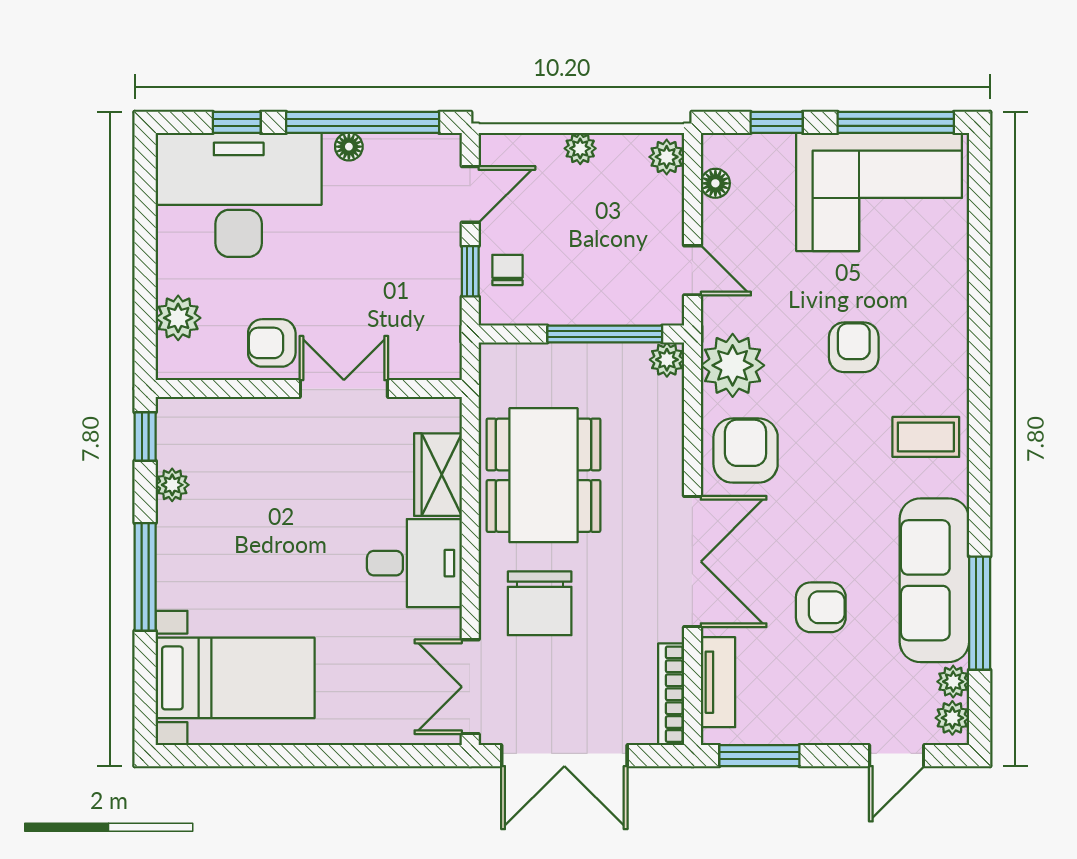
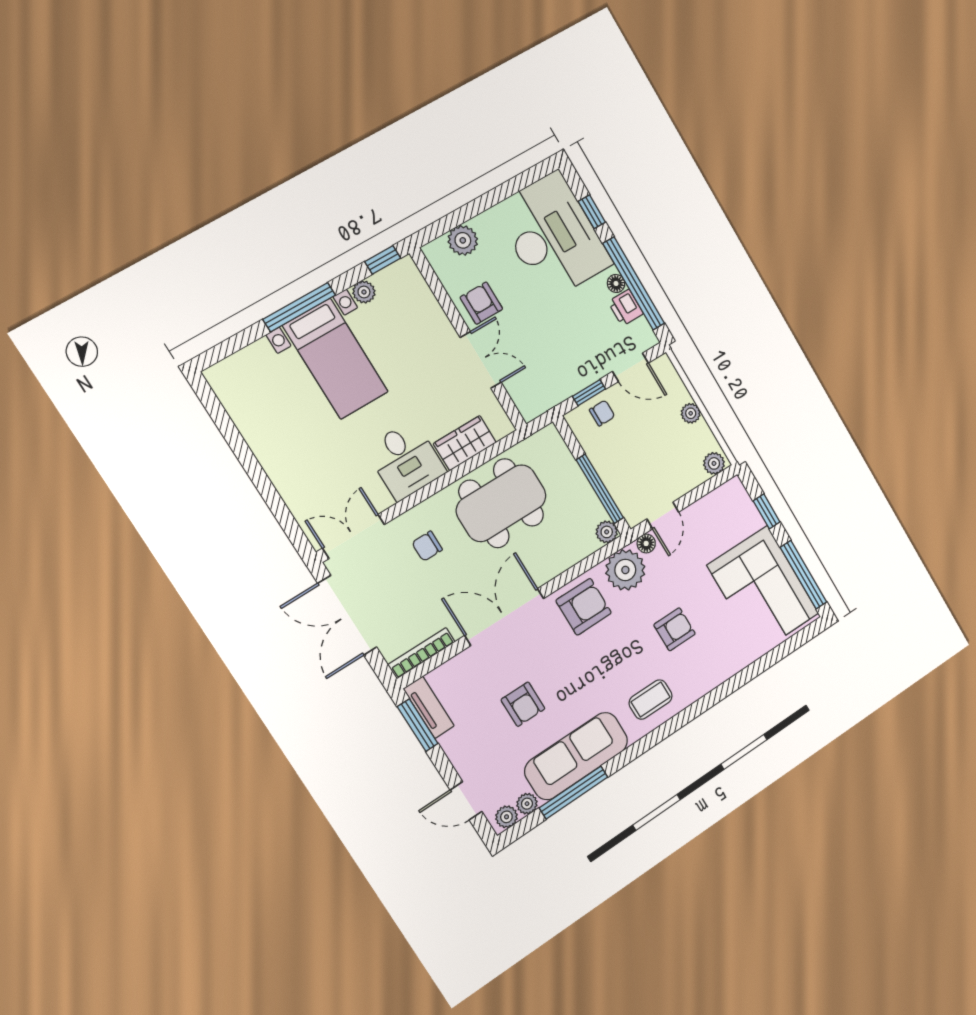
printer: (388, 153) -> (626, 308), added
floor lamp: (715, 183) -> (646, 543), moved
coffee table: (926, 437) -> (651, 700), turned 90
double door: (692, 562) -> (504, 617), swing flipped
chair: (540, 603) -> (427, 546), width x0.54, depth x0.54
bed with nightstands: (235, 678) -> (336, 359), moved
tv unit: (718, 682) -> (429, 707), moved, turned -90

